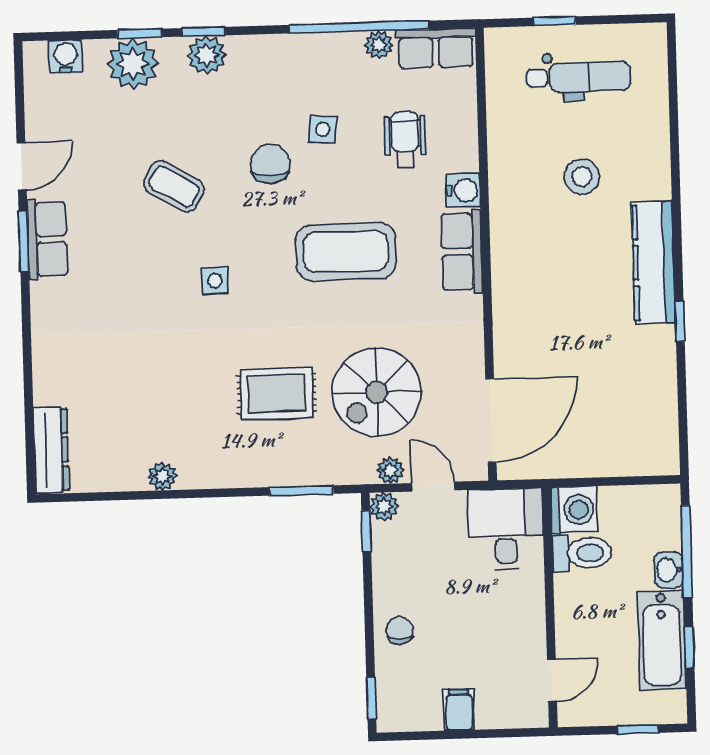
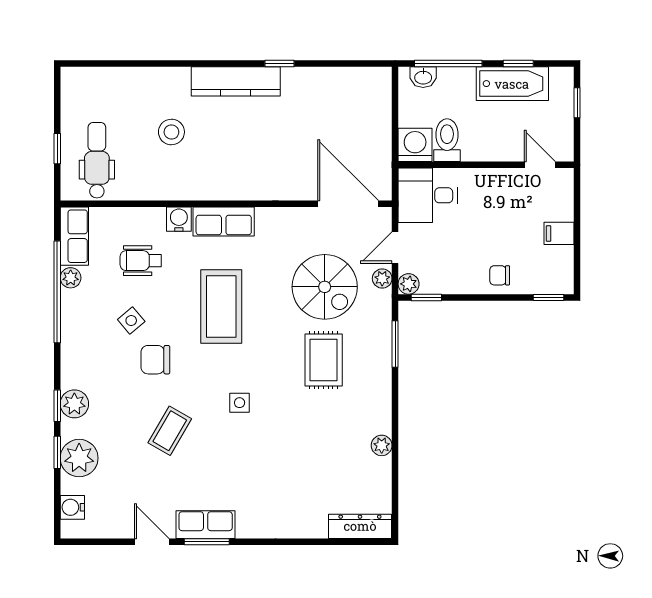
dental chair: (579, 77) -> (97, 160), moved
side table: (323, 129) -> (131, 320), turned 45
washbasin: (669, 570) -> (423, 77), moved

